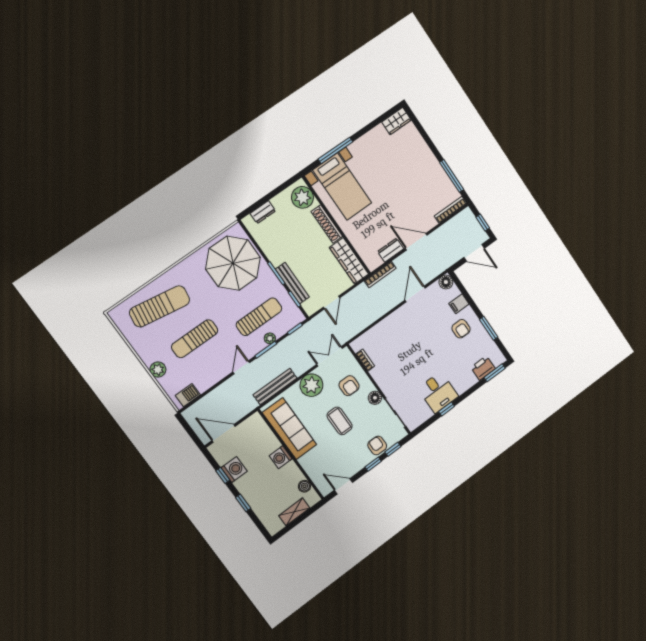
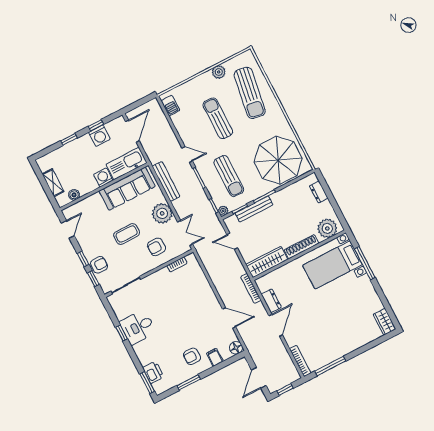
plant: (270, 338) -> (223, 211), moved
plant: (158, 370) -> (219, 72), moved
floor lamp: (375, 398) -> (142, 269), removed
kitchen sink: (261, 434) -> (126, 164), added

